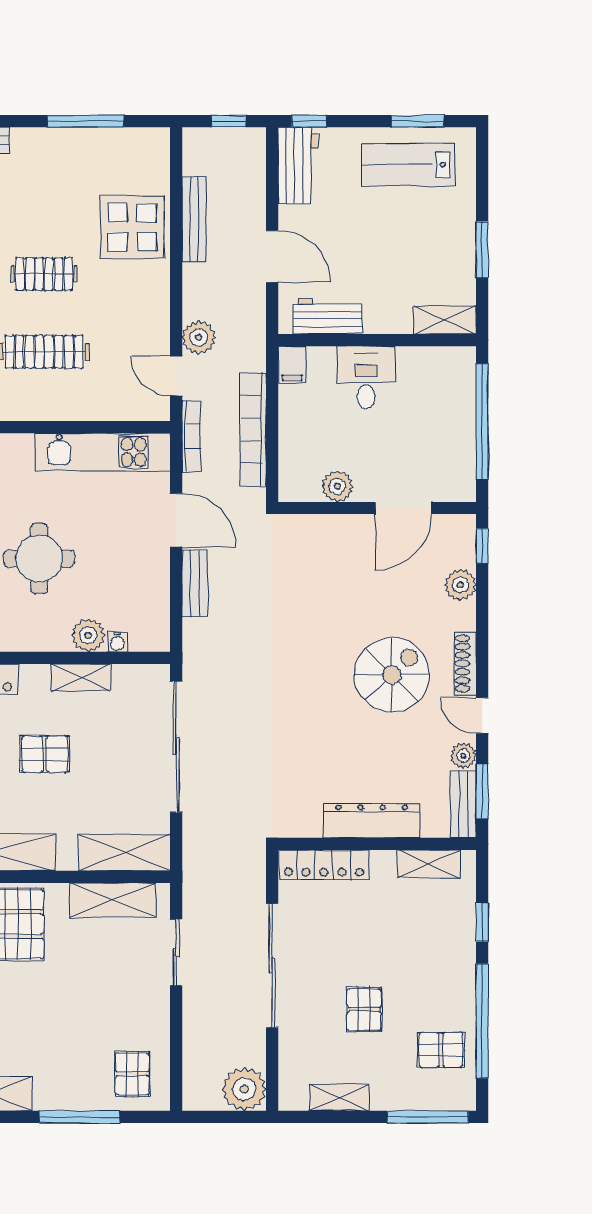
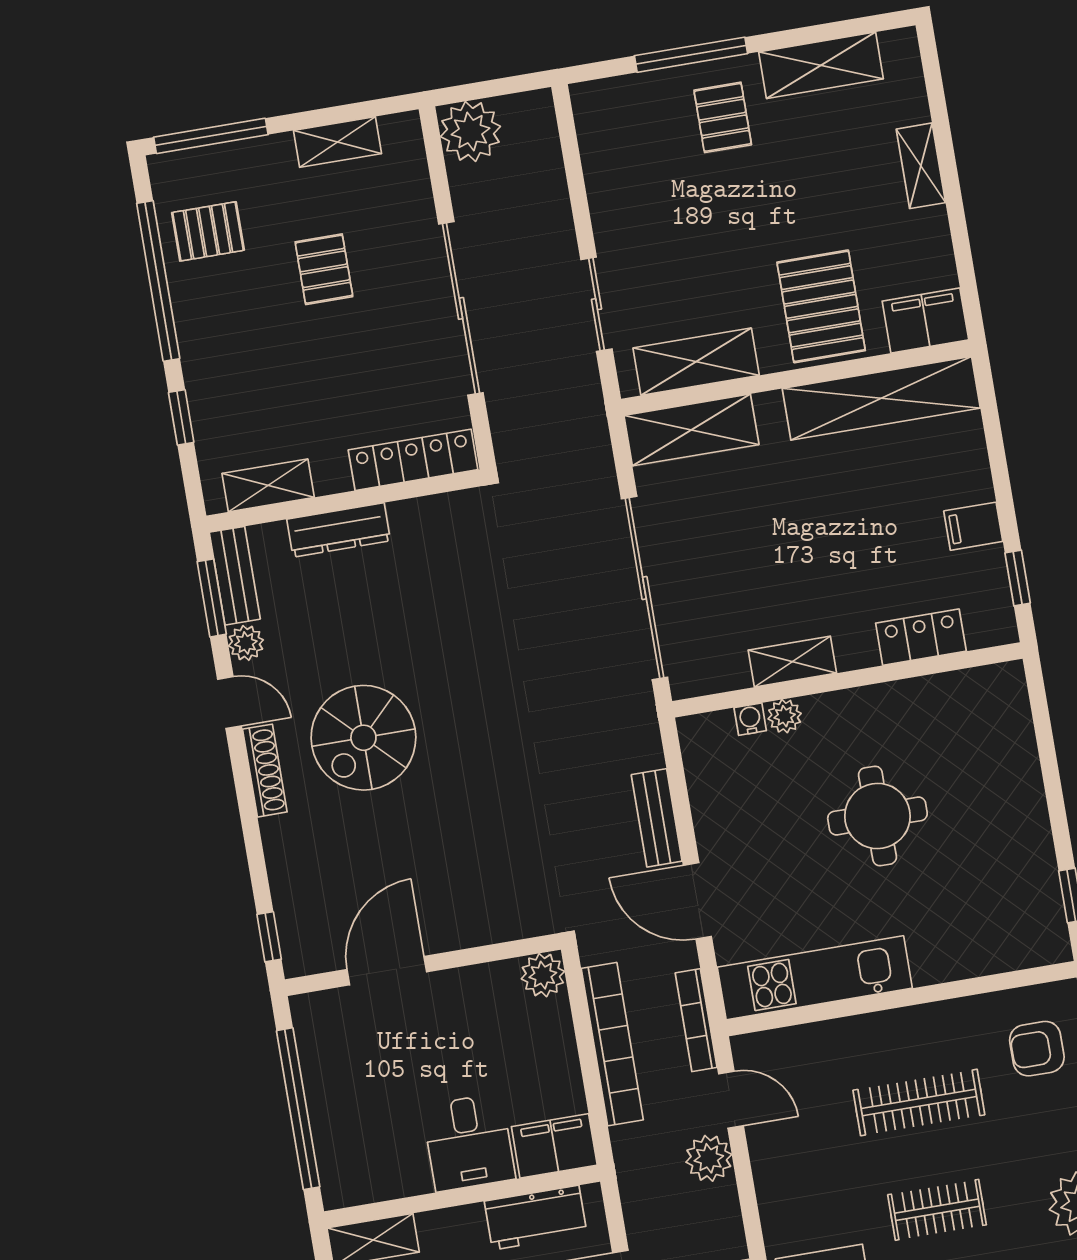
filing cabinet: (292, 365) -> (554, 1146), width x2.00
plant: (337, 486) -> (543, 975), moved
plant: (460, 585) -> (290, 878), removed
plant: (88, 635) -> (785, 716), width x0.73, depth x0.73
pallet: (45, 754) -> (824, 547), removed
dresser: (372, 821) -> (339, 530), width x0.73, depth x0.80
pallet: (132, 1074) -> (723, 117), moved

